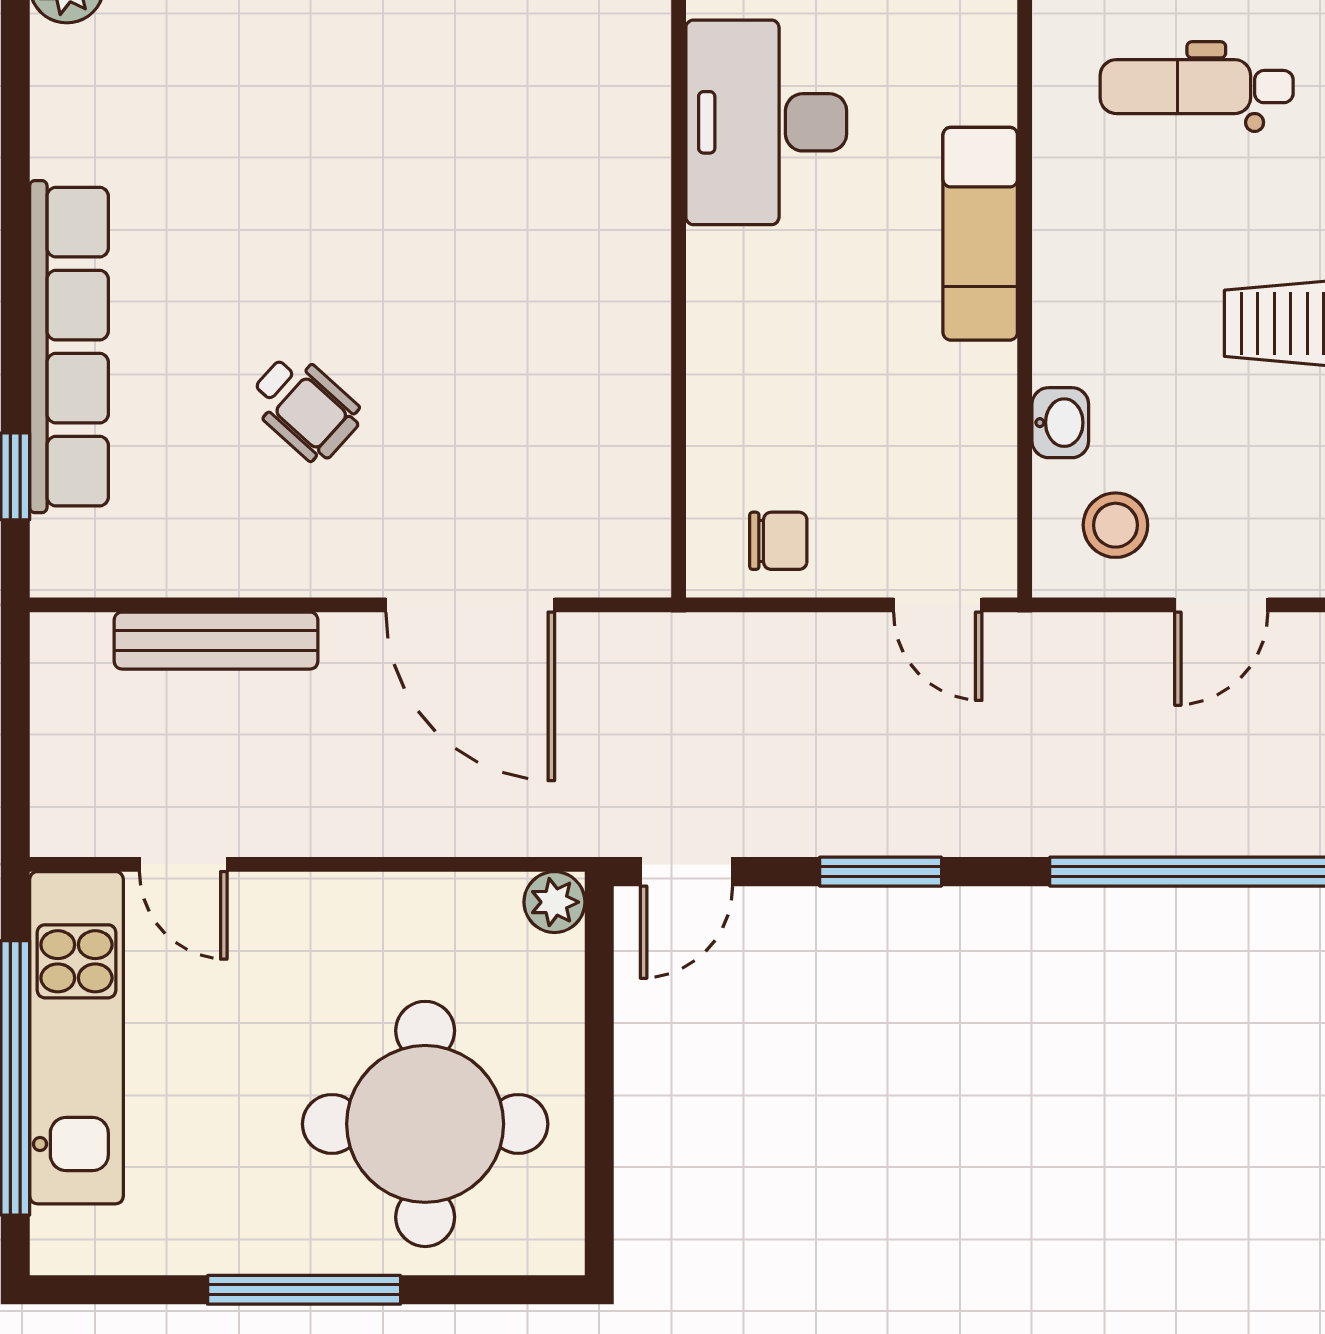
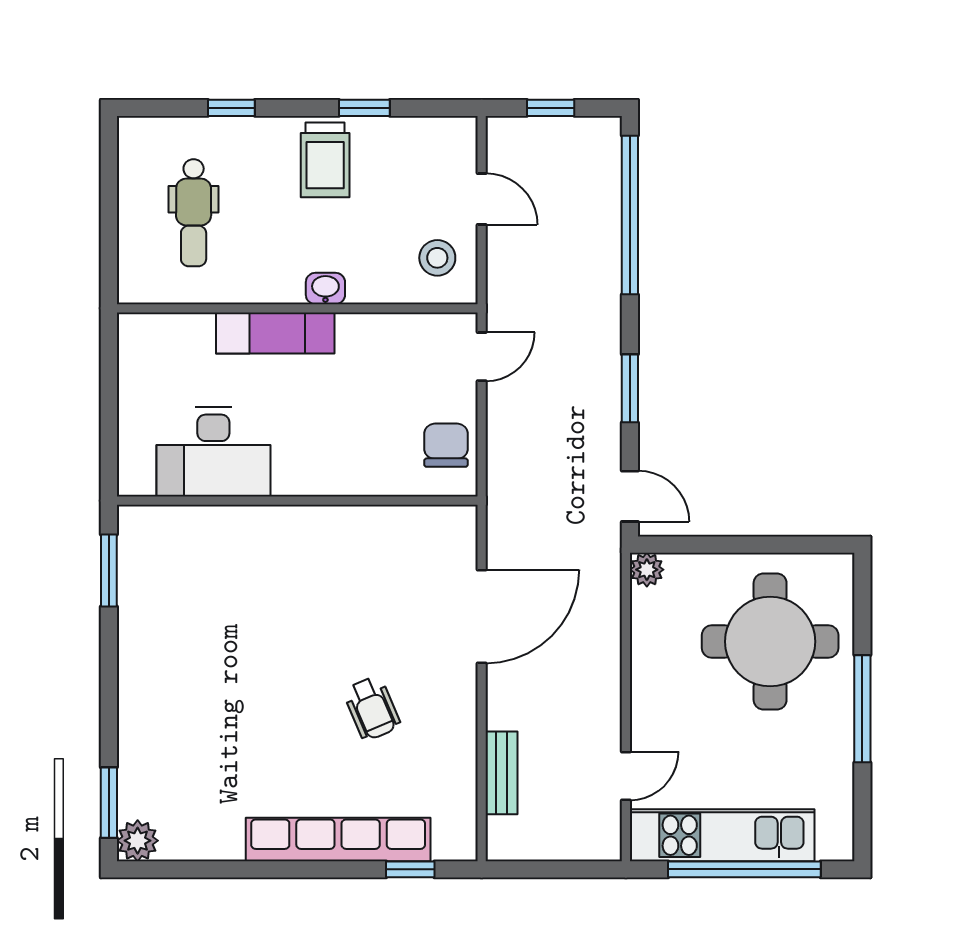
wheelchair: (305, 408) -> (372, 708), turned 115
washbasin: (1060, 423) -> (325, 289), moved
chair: (778, 541) -> (446, 445), width x1.37, depth x1.37
bench: (216, 641) -> (501, 773), width x0.73

